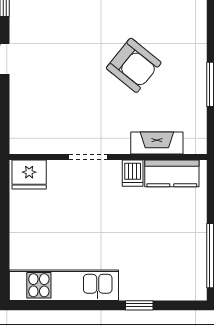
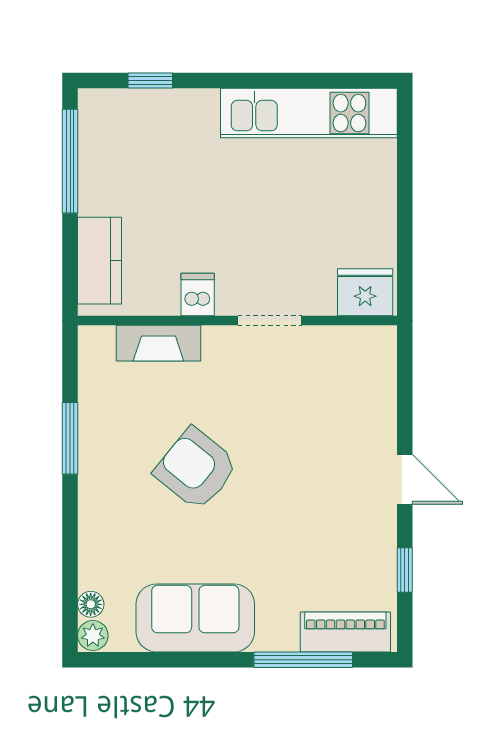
kitchen counter: (172, 173) -> (99, 261), moved, turned 90
window: (139, 305) -> (150, 81), moved

